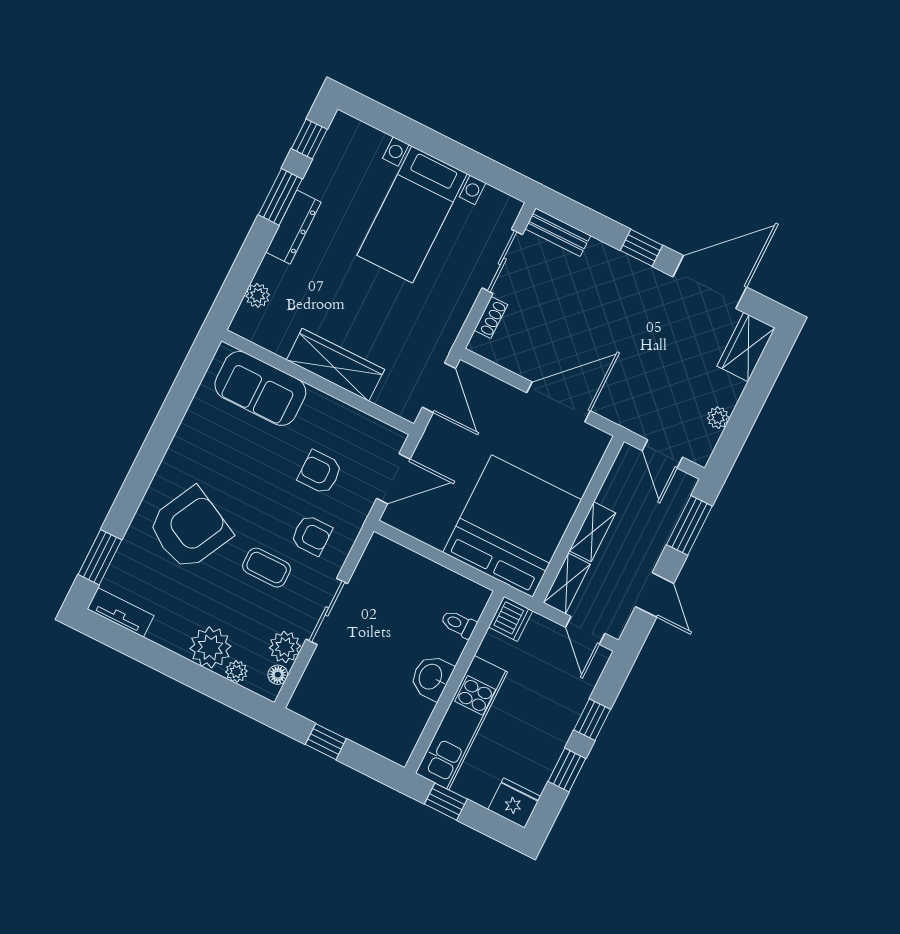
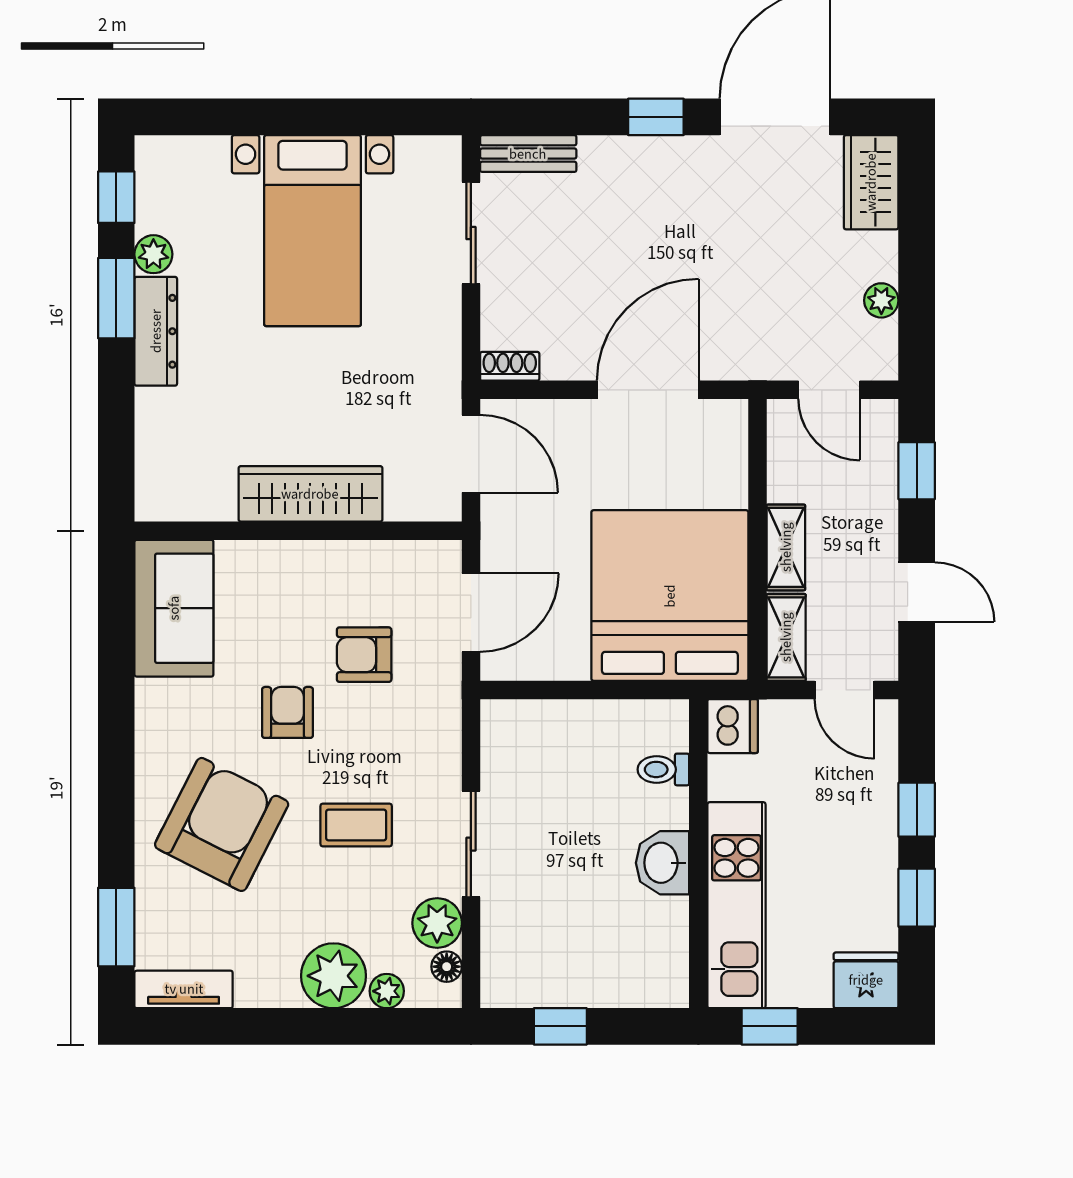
plant: (258, 295) -> (153, 254), moved
shoe rack: (491, 317) -> (510, 366), moved, turned -90
sofa: (260, 388) -> (174, 608), moved, turned -90
window: (689, 525) -> (917, 471), width x0.67
armchair: (311, 535) -> (287, 712), moved, turned -90

